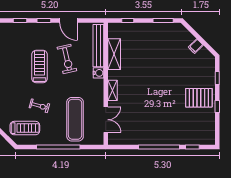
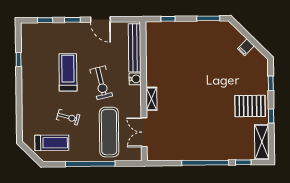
shelving: (114, 54) -> (262, 142), moved
exercise bike: (67, 59) -> (101, 83), moved
double door: (106, 120) -> (144, 132), swing flipped

